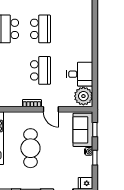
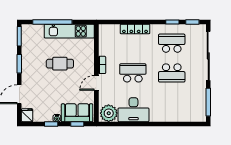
school desk: (40, 70) -> (133, 73), turned 180
desk: (80, 74) -> (133, 110), width x1.37
cafe table: (30, 148) -> (60, 64), width x0.73, depth x0.74

